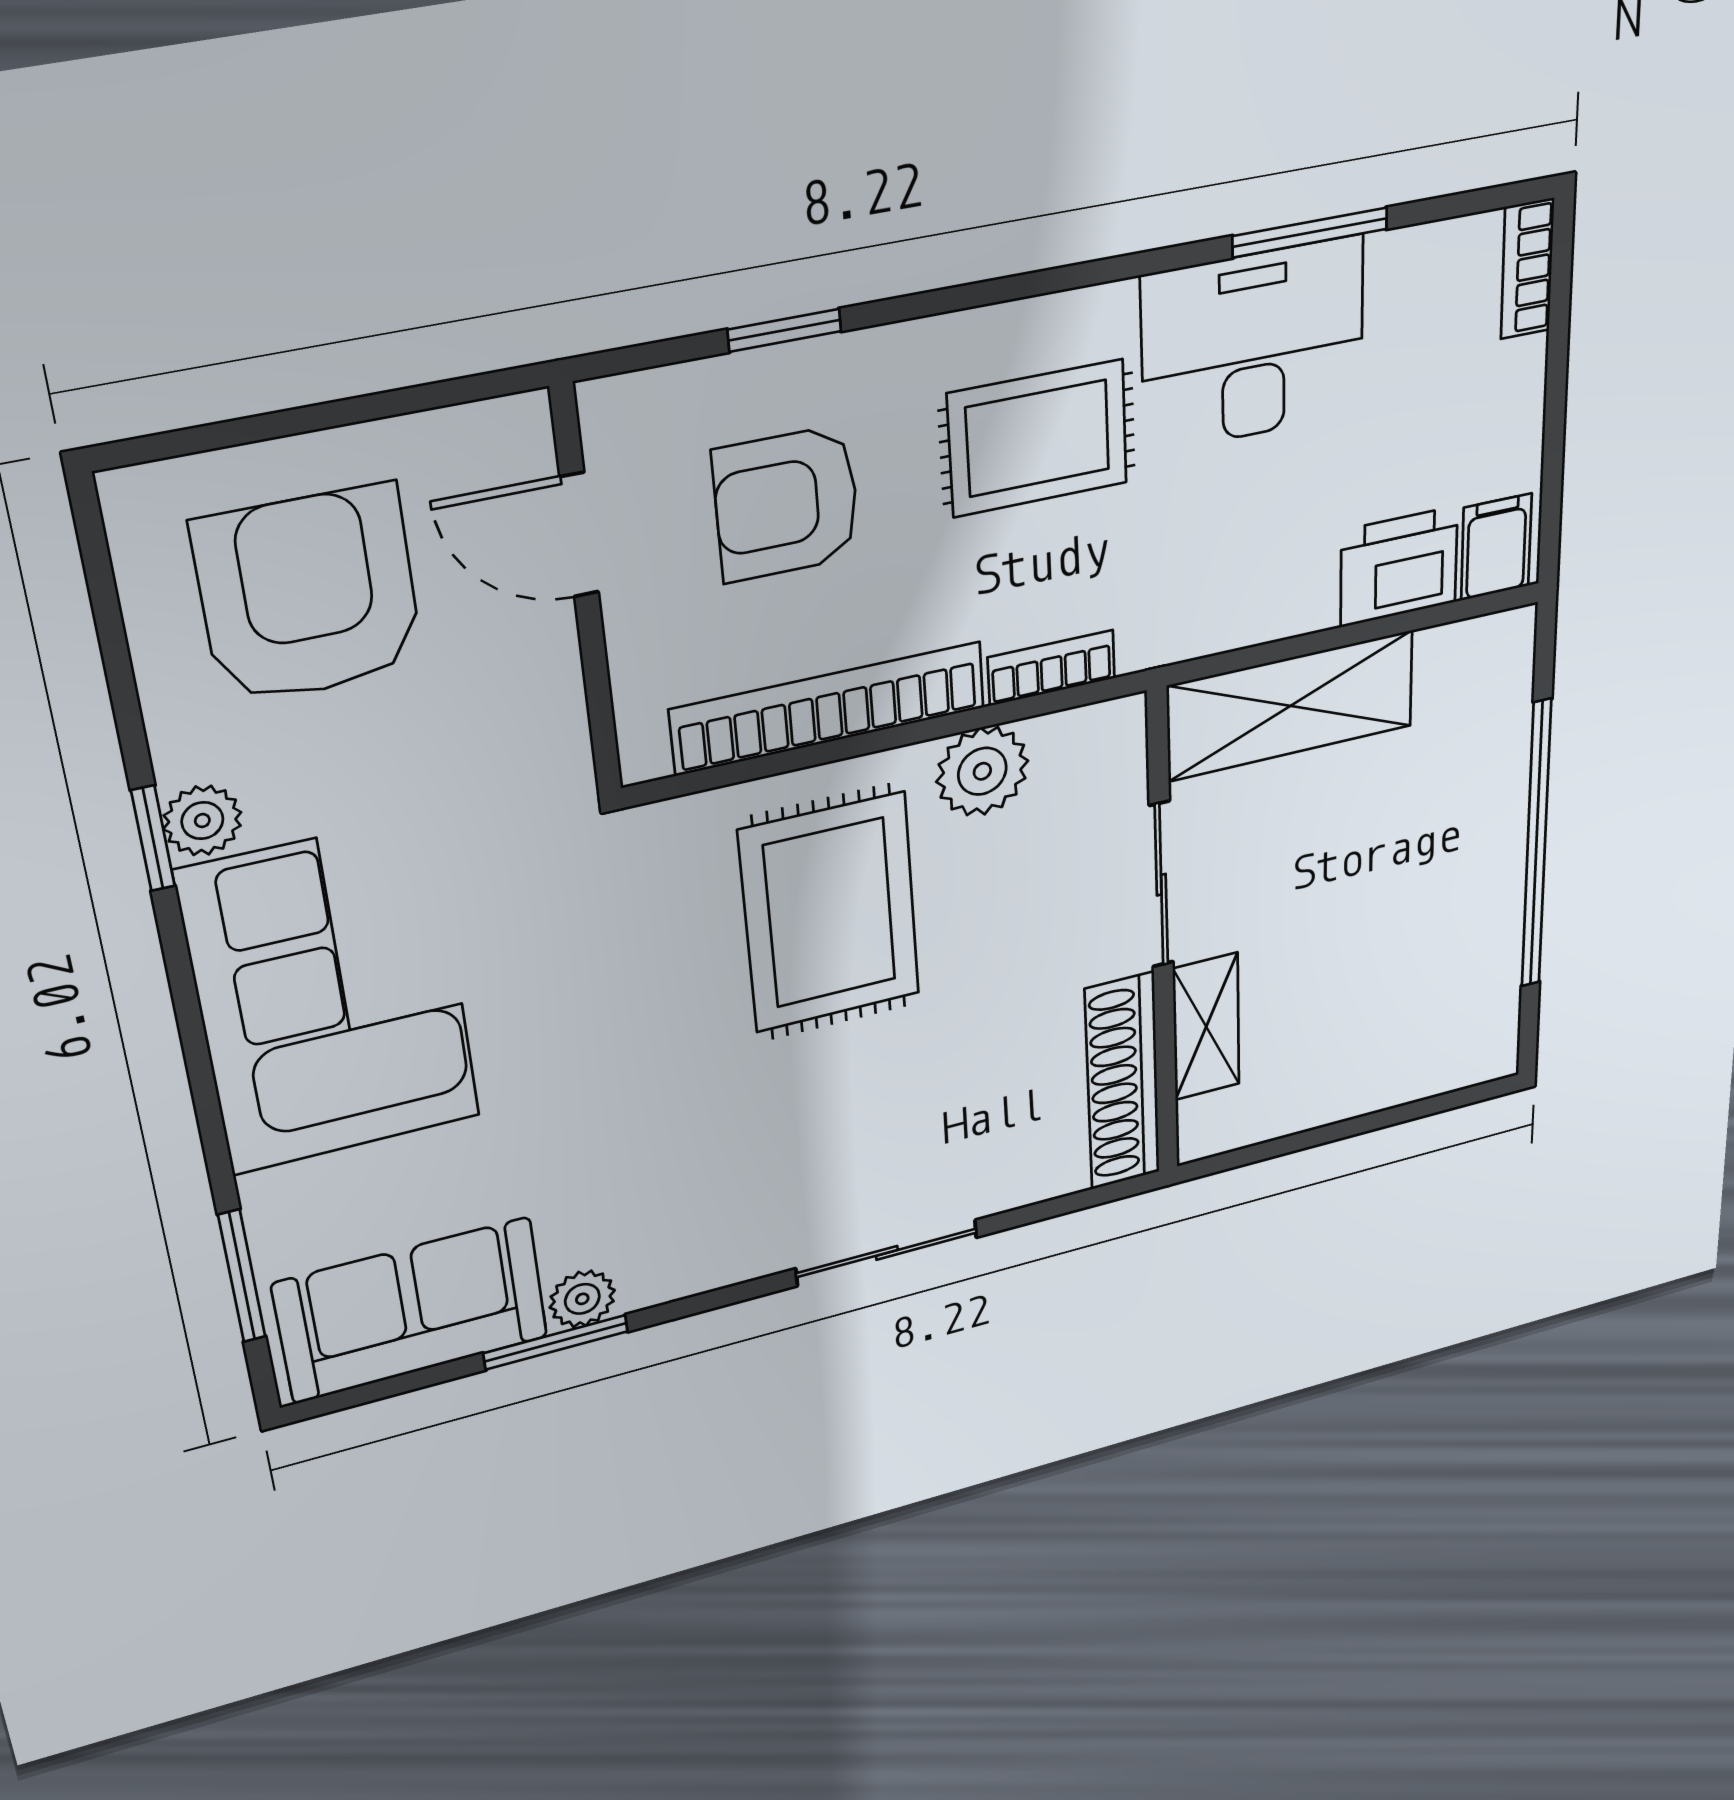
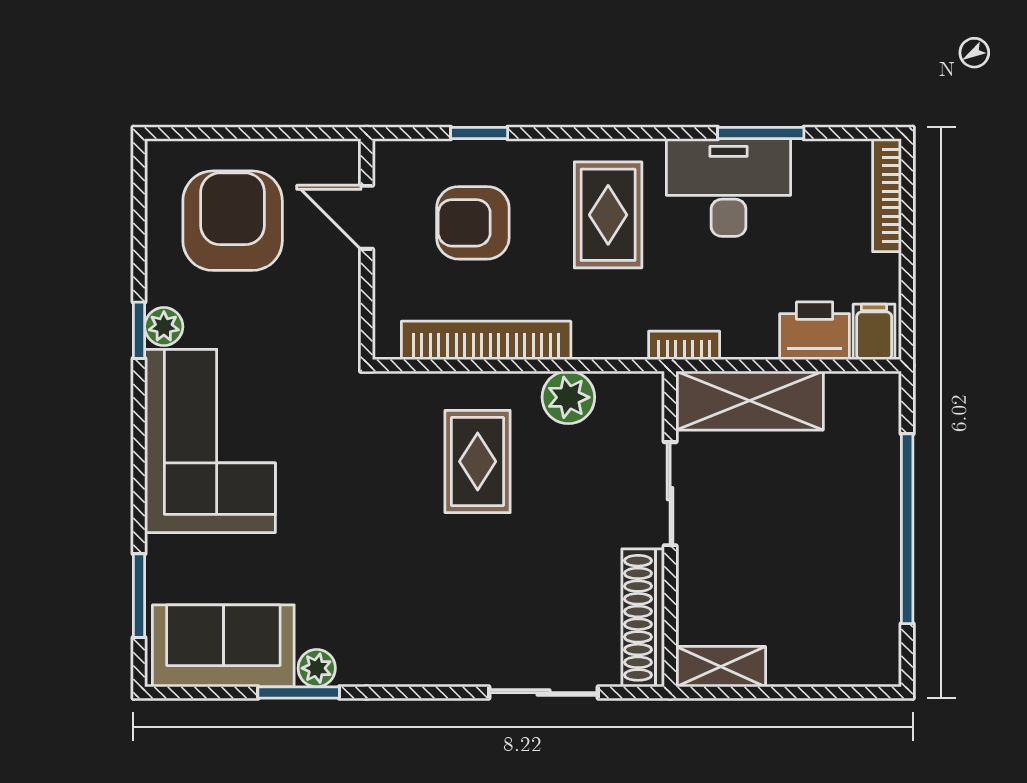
bookcase: (1527, 269) -> (887, 195), width x1.56
rug: (1038, 438) -> (608, 215), turned 90
bookcase: (1051, 668) -> (684, 345), moved
rug: (830, 913) -> (478, 461), width x0.73, depth x0.70
shelving: (1206, 1027) -> (721, 667), moved, turned 90
sliding door: (887, 1253) -> (544, 693), moved

